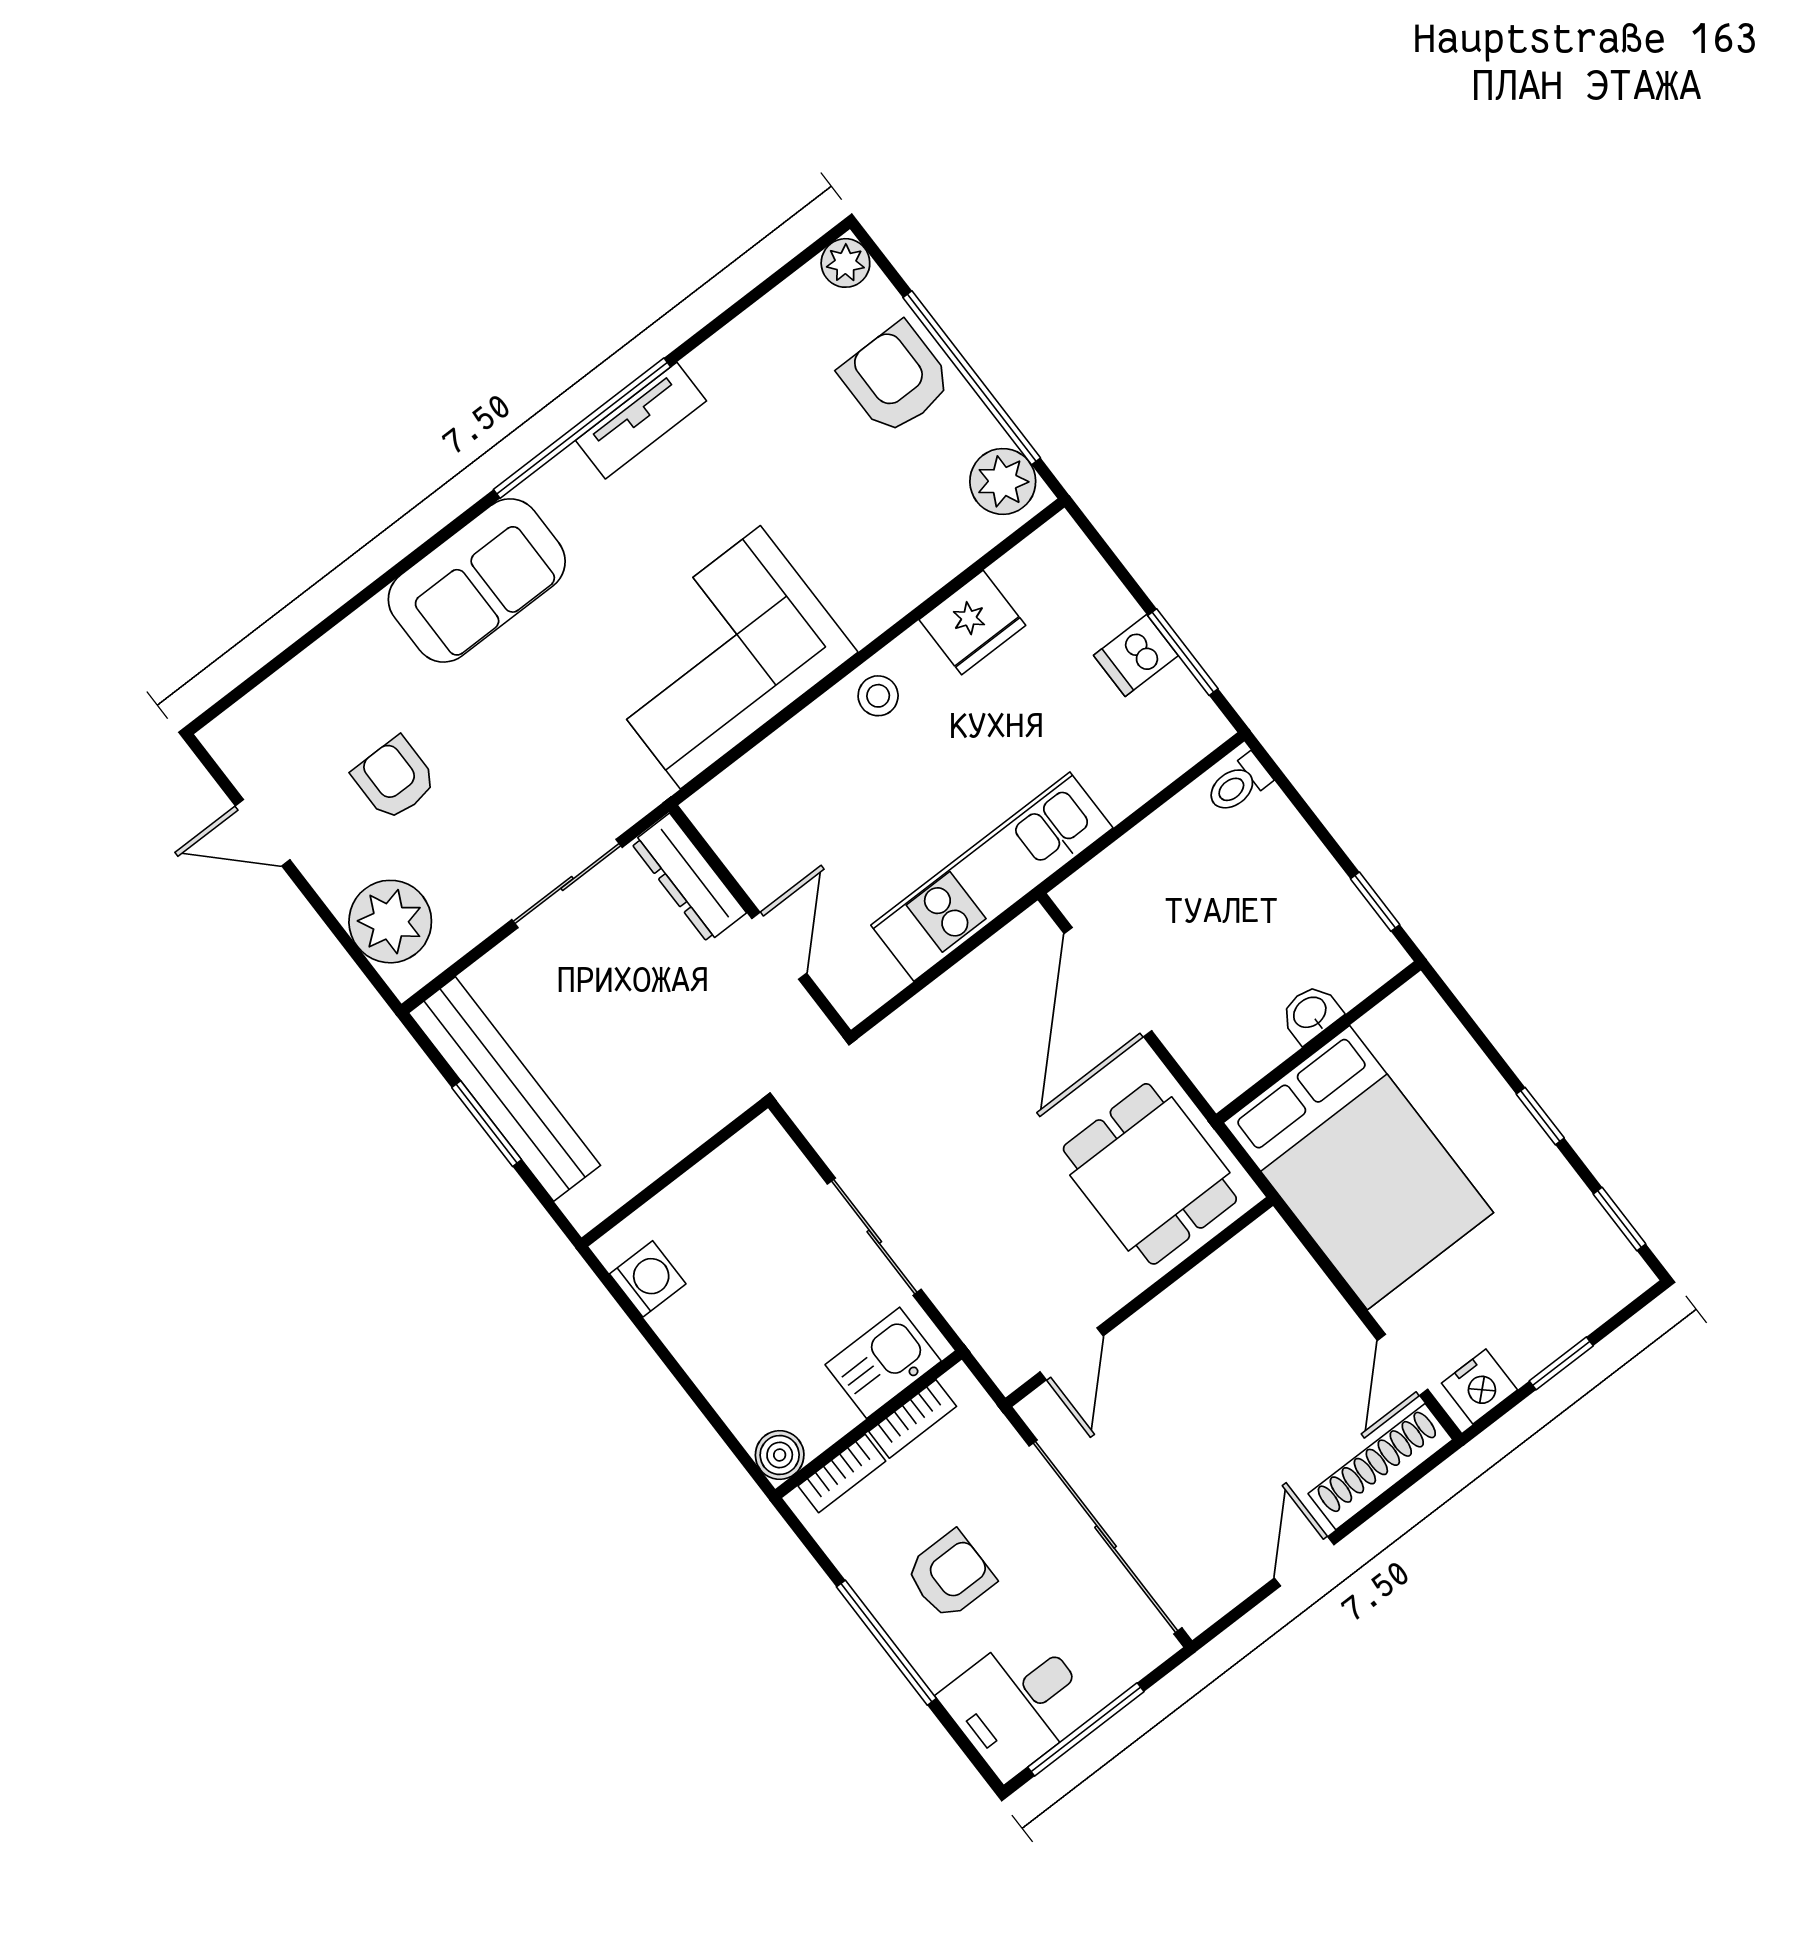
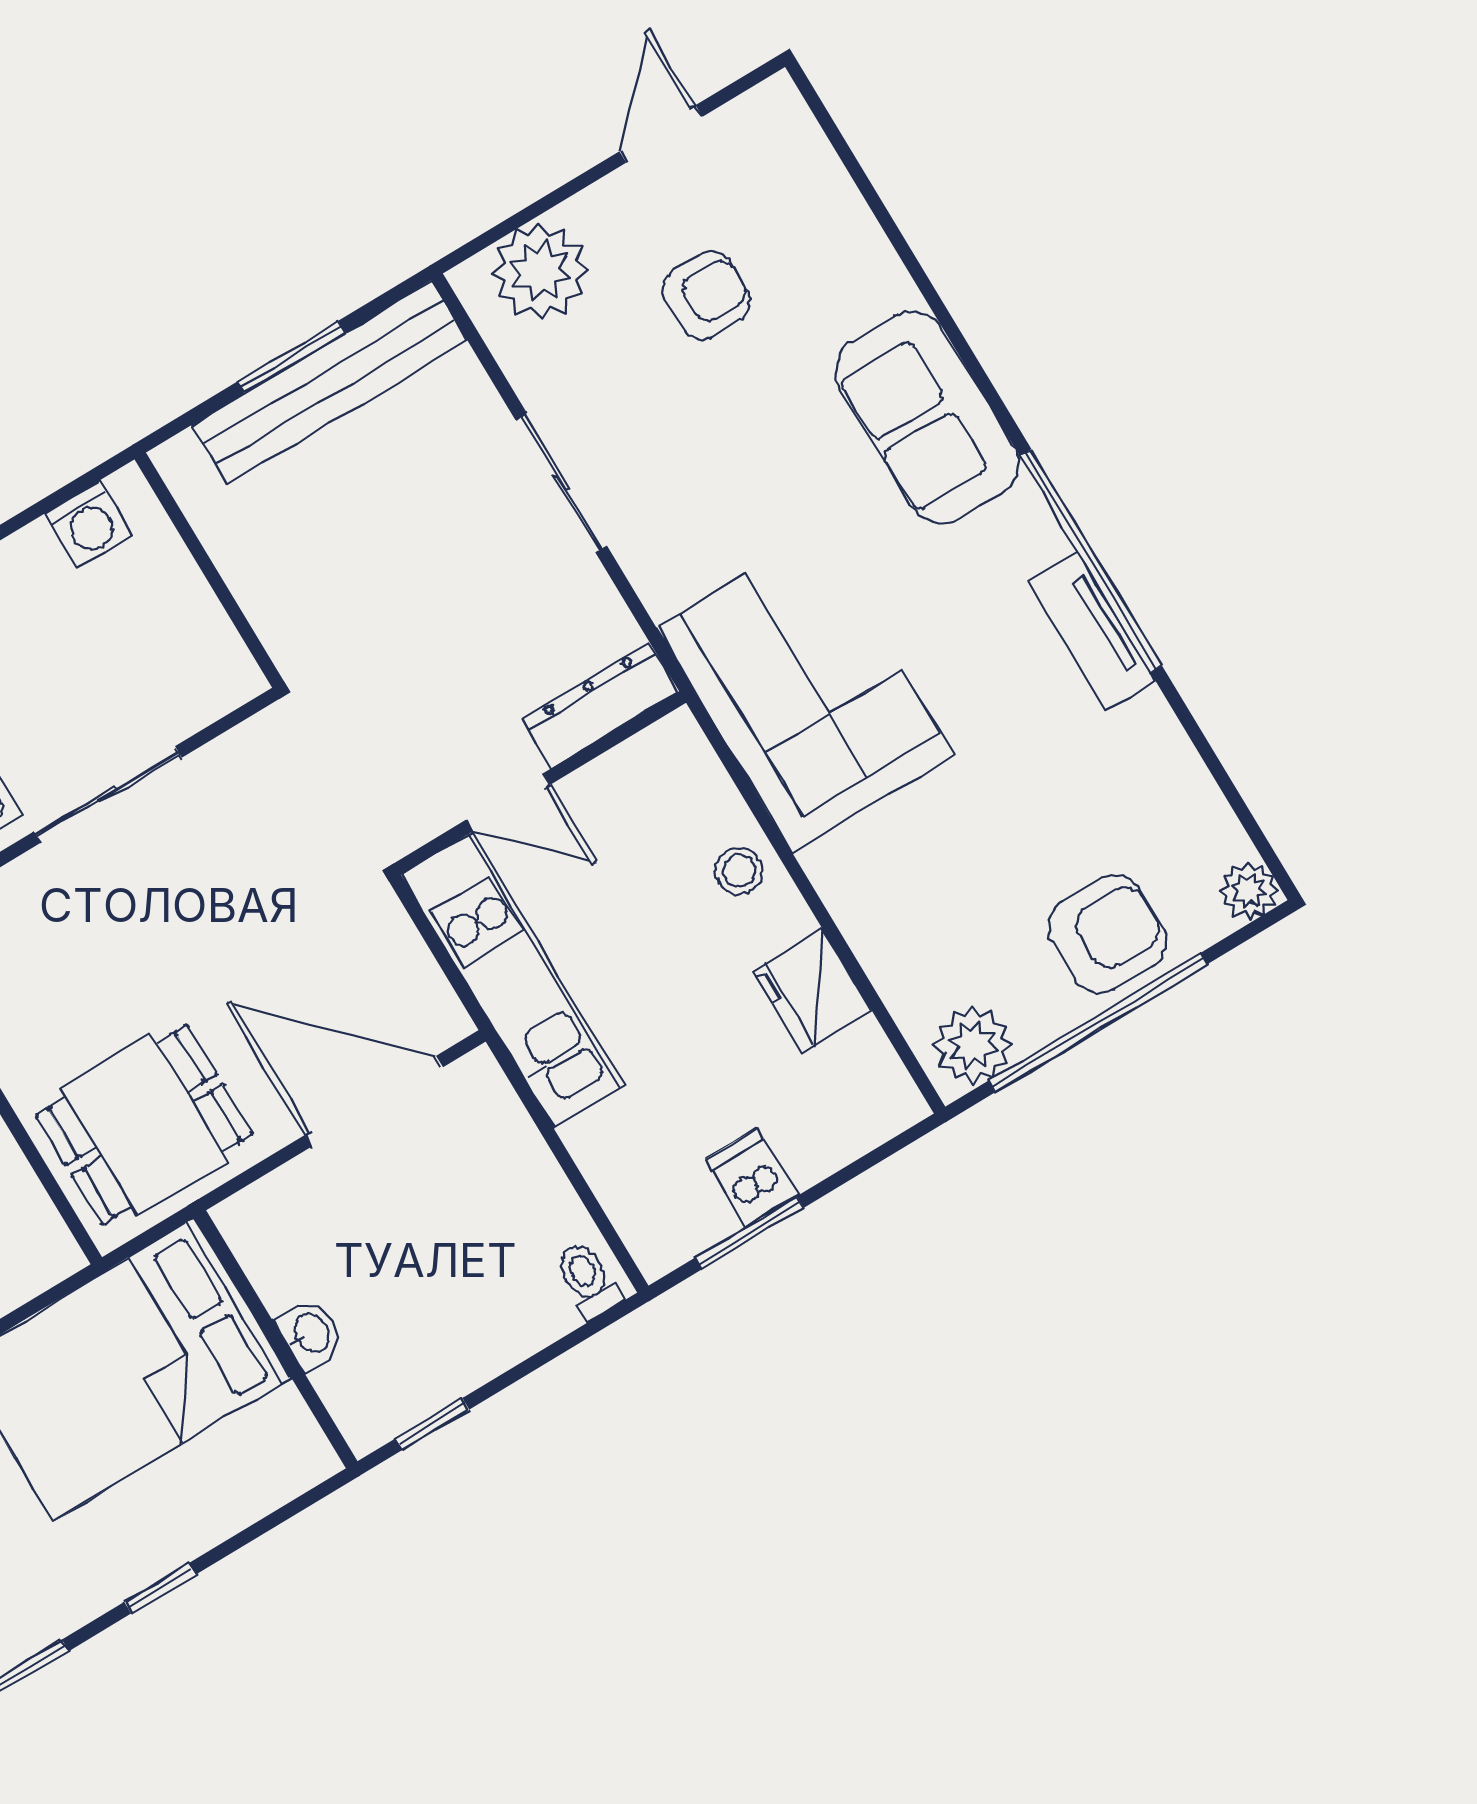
dresser: (689, 878) -> (600, 705), moved
wall: (760, 921) -> (540, 783), moved
door: (779, 946) -> (508, 802), moved

